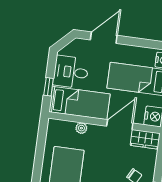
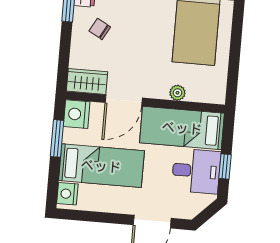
window: (49, 87) -> (225, 167), moved

